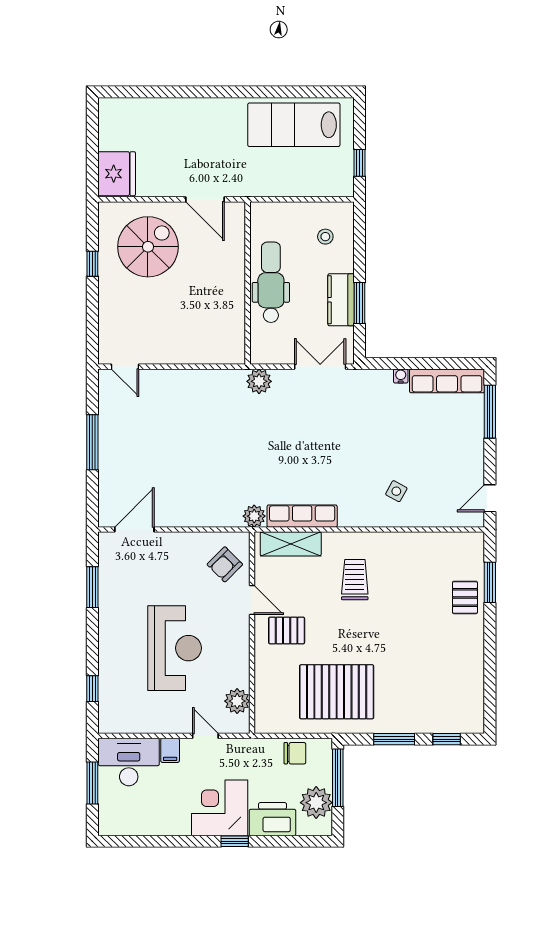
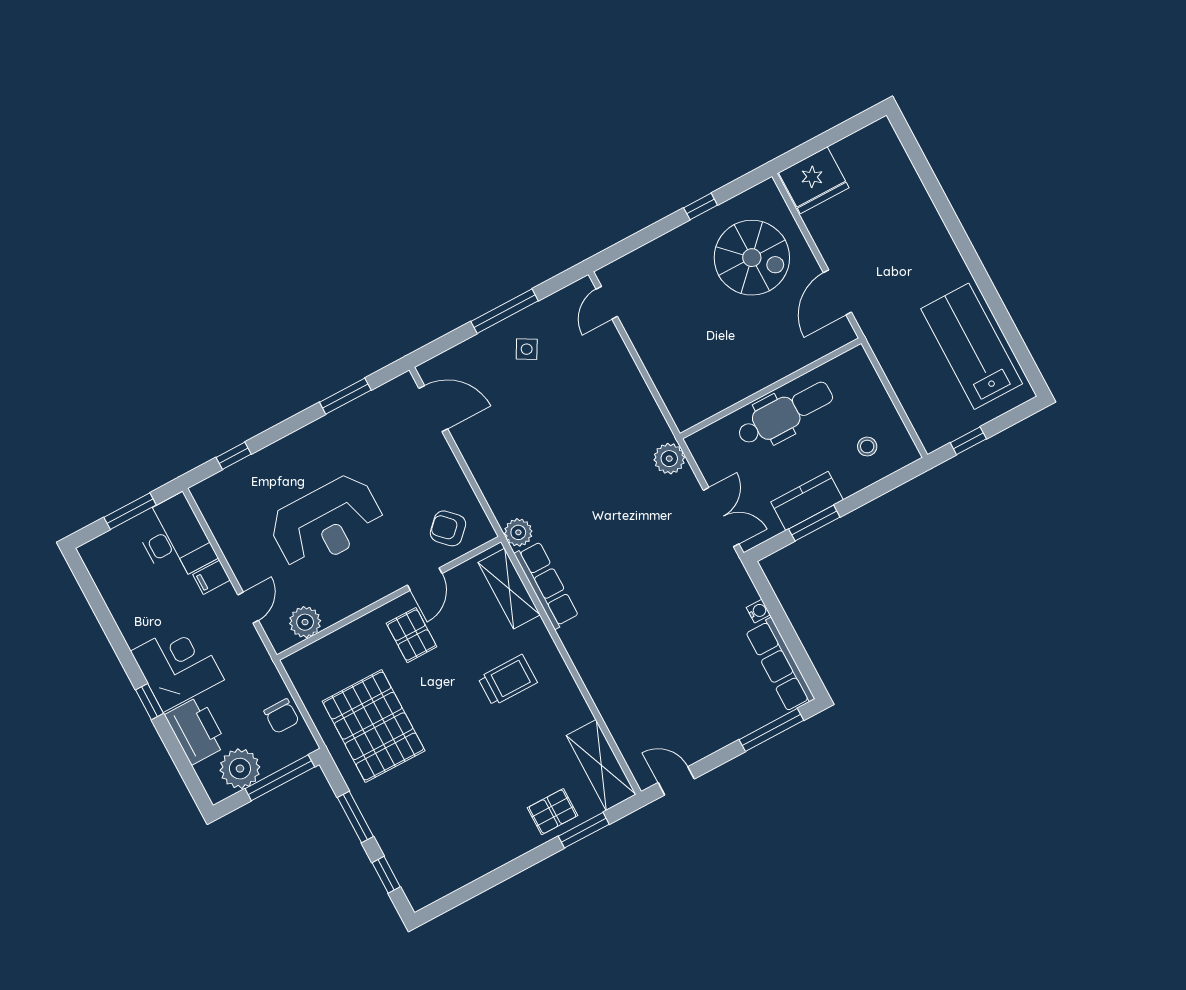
side table: (396, 491) -> (527, 349), moved
shelving: (450, 545) -> (601, 765), added

